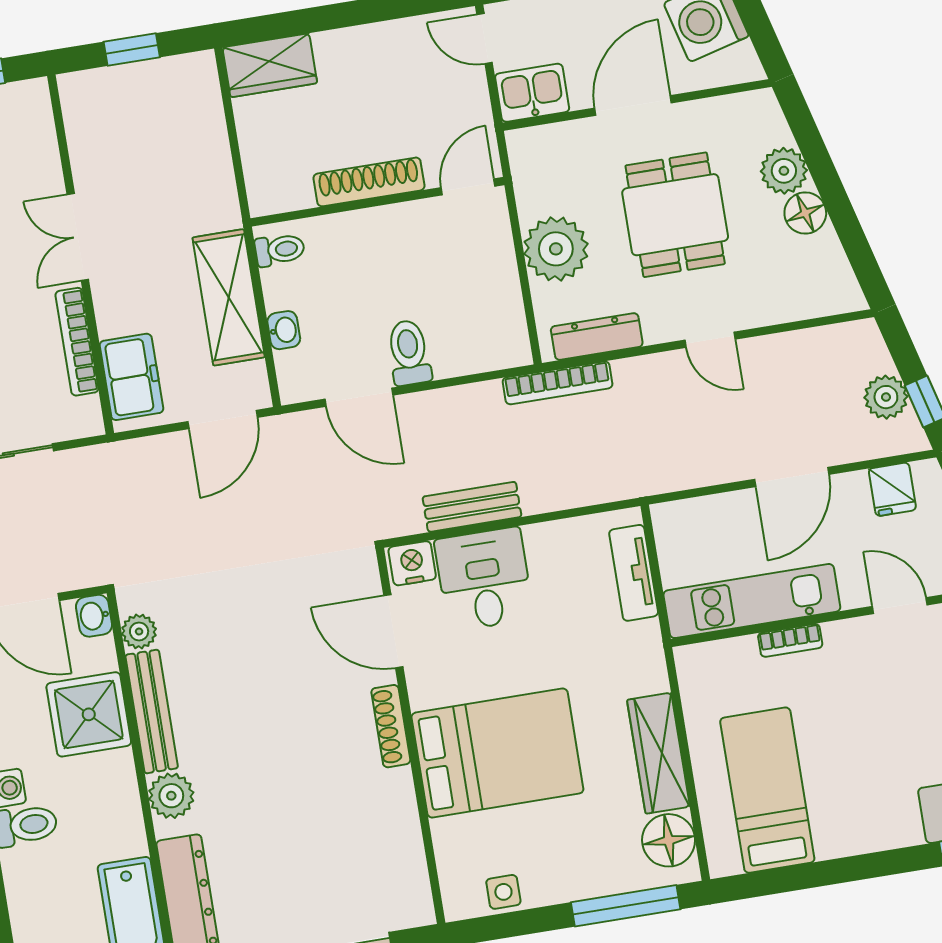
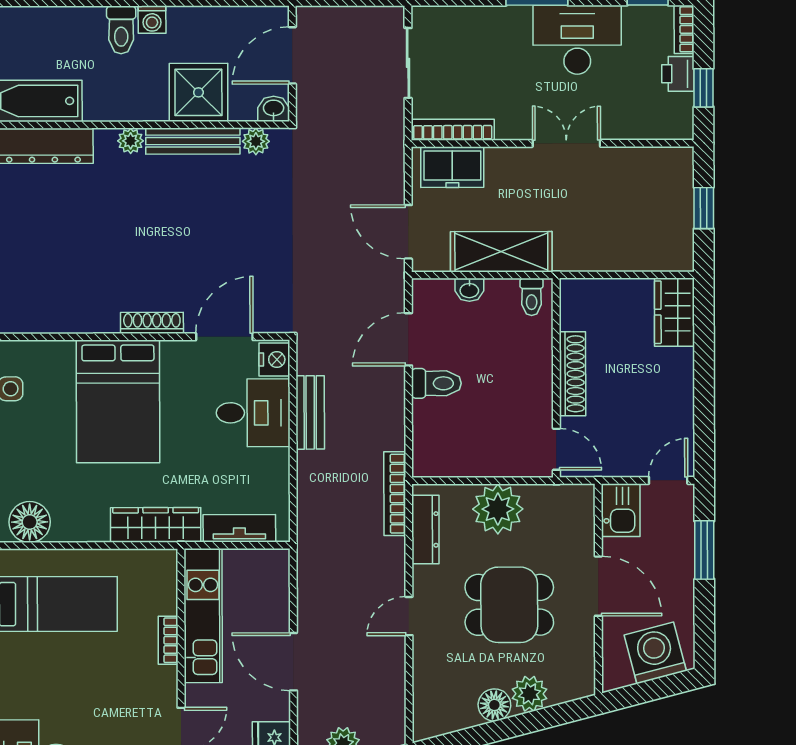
bookcase: (77, 342) -> (453, 130), moved
wardrobe: (658, 753) -> (156, 525), moved
plant: (171, 796) -> (131, 141), width x0.73, depth x0.73

